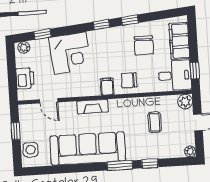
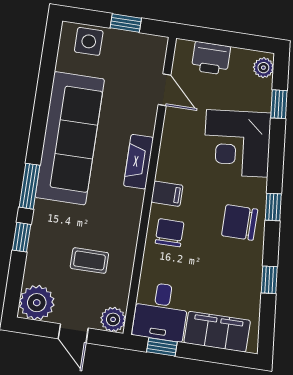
window: (130, 20) -> (269, 280), moved
chair: (144, 45) -> (240, 222), moved
door: (49, 101) -> (165, 90), swing flipped
plant: (190, 151) -> (37, 303), width x1.88, depth x1.88

